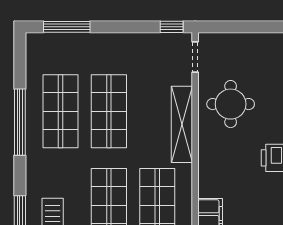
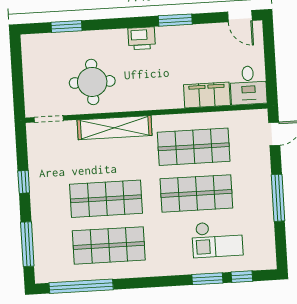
window: (172, 27) -> (24, 182), moved
window: (20, 122) -> (81, 286), moved

